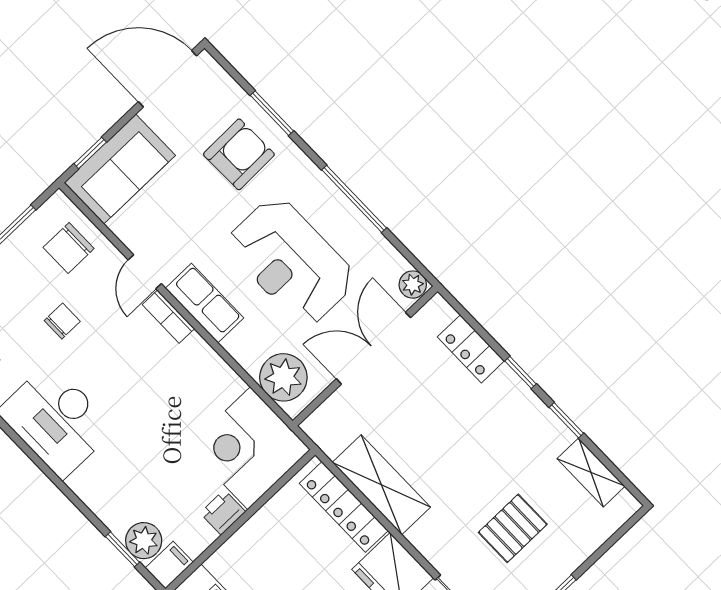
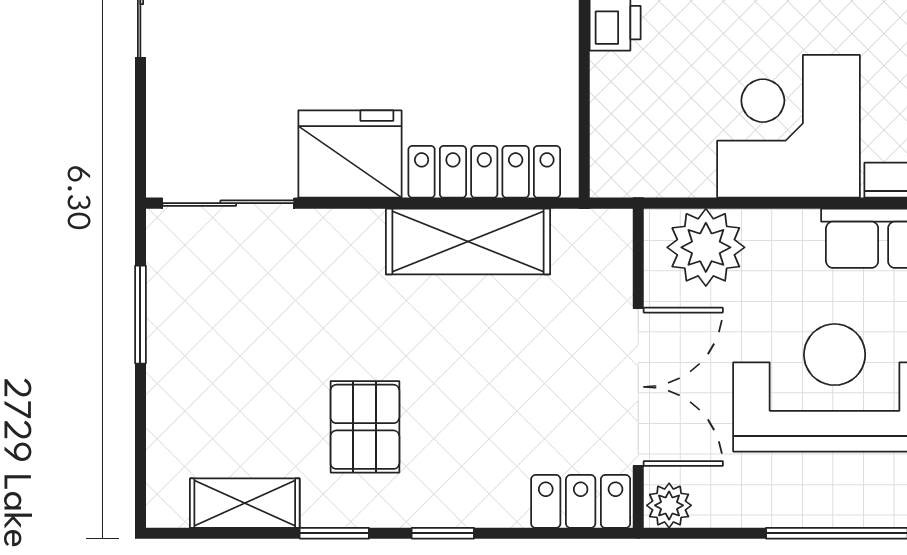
locker: (471, 349) -> (581, 501), moved
corner desk: (249, 448) -> (789, 126), moved, turned -90
pallet: (513, 528) -> (365, 427), moved

